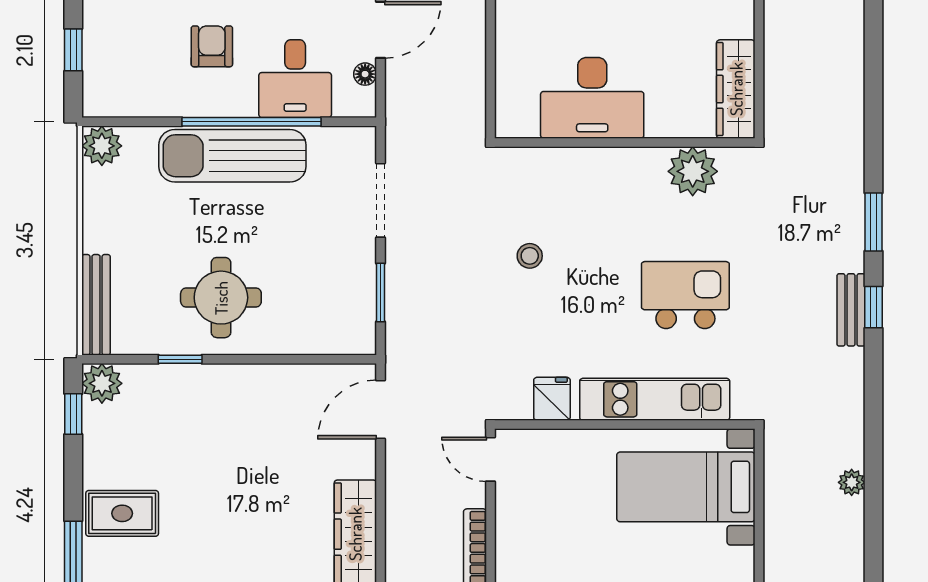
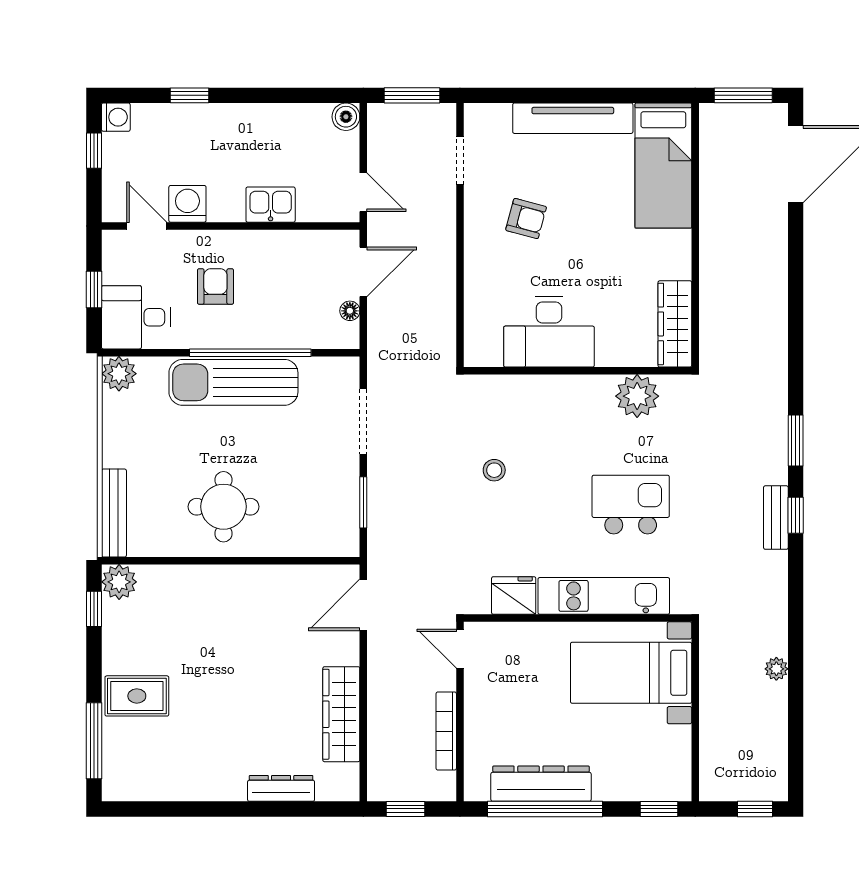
desk: (295, 79) -> (136, 317), moved, turned 90
window: (180, 359) -> (188, 561), removed
fridge: (552, 399) -> (514, 596), width x1.38

